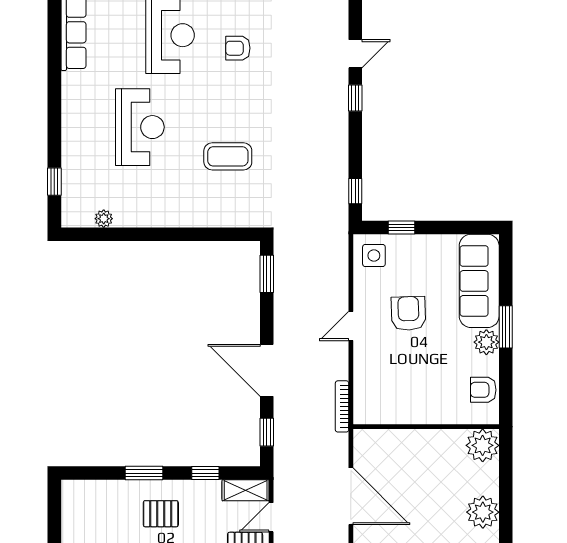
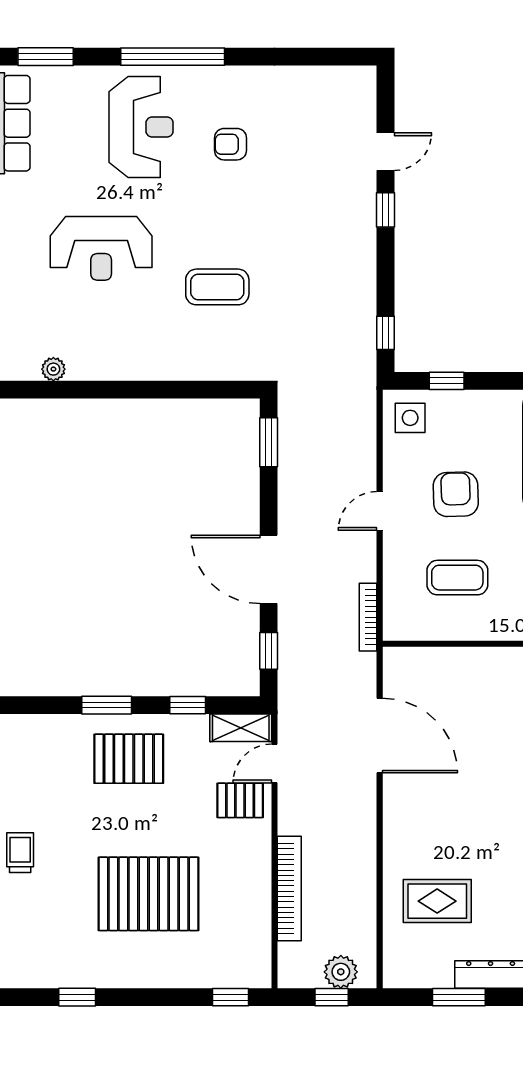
reception desk: (140, 127) -> (101, 248), turned 90
coffee table: (410, 376) -> (457, 578), added
pallet: (161, 514) -> (129, 759), width x1.50, depth x1.42

